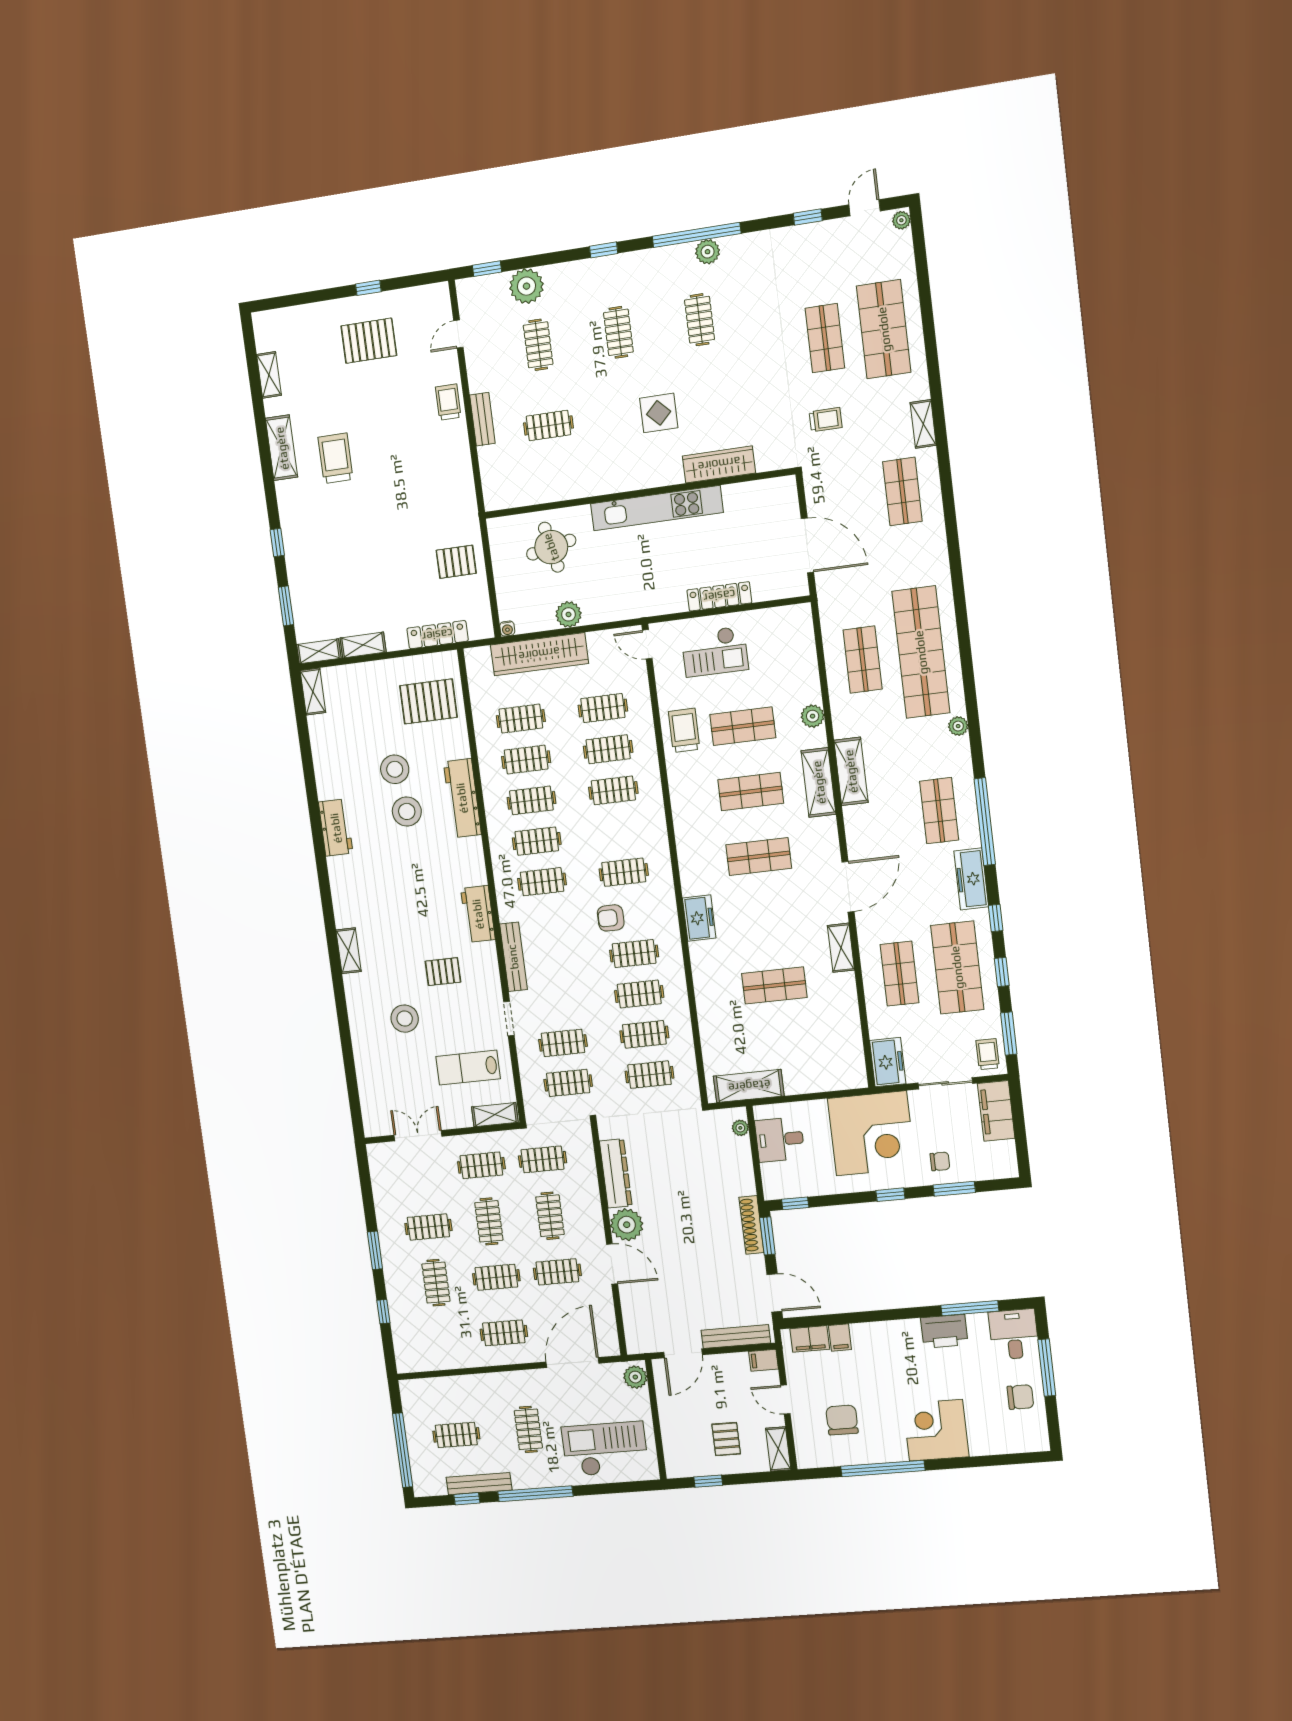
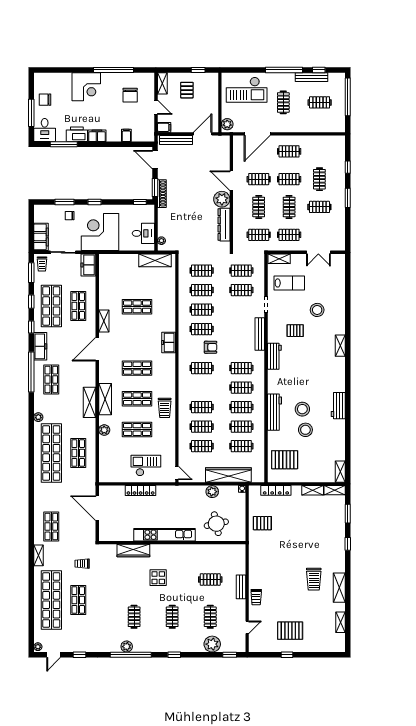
shop shelf: (884, 329) -> (51, 600), width x1.40
trolley: (684, 730) -> (165, 408), moved
filing cabinet: (810, 1339) -> (97, 136), moved

